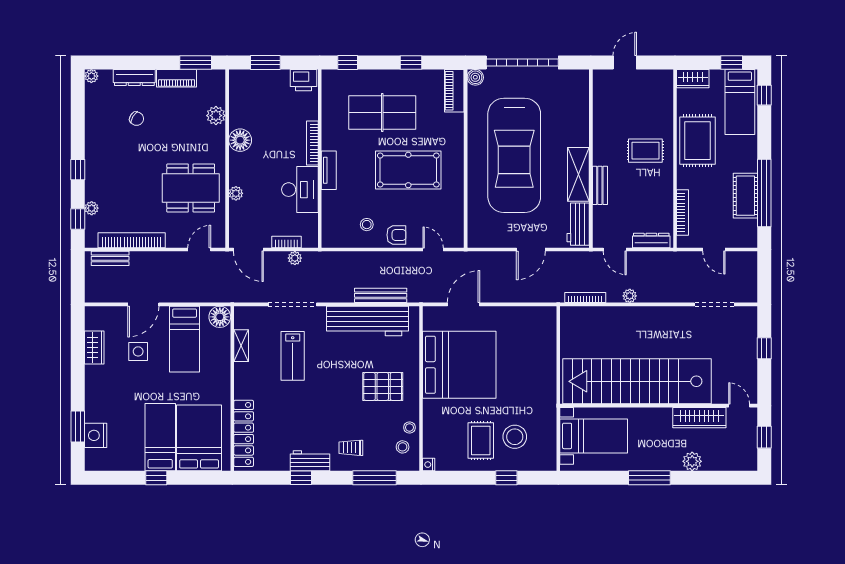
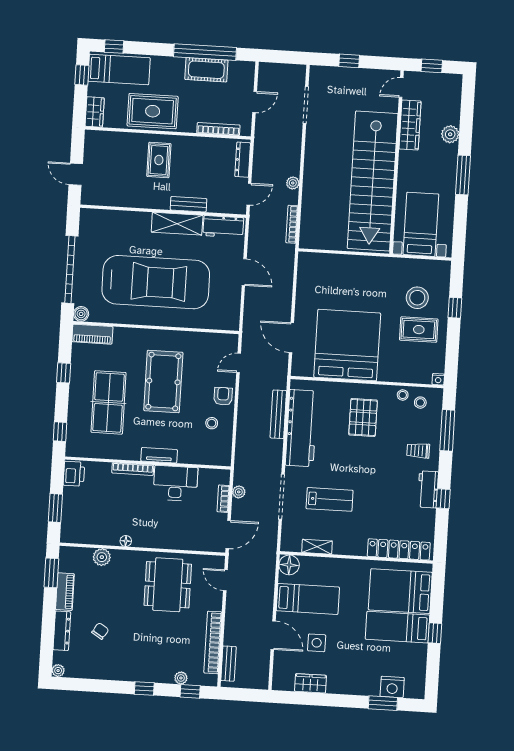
floor lamp: (240, 140) -> (126, 541), width x0.53, depth x0.53
plant: (236, 193) -> (175, 543), removed
trolley: (351, 448) -> (418, 451), turned 90

